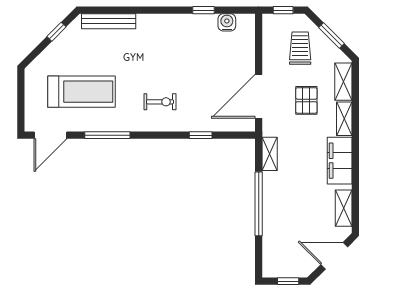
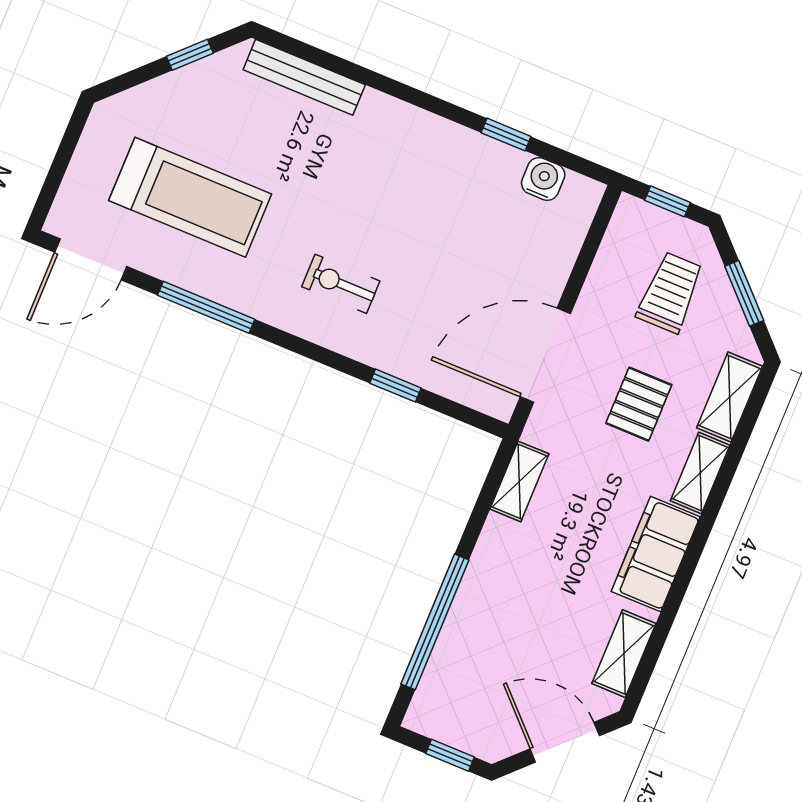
exercise bike: (160, 102) -> (341, 284), turned 180
window: (259, 204) -> (435, 622), moved

